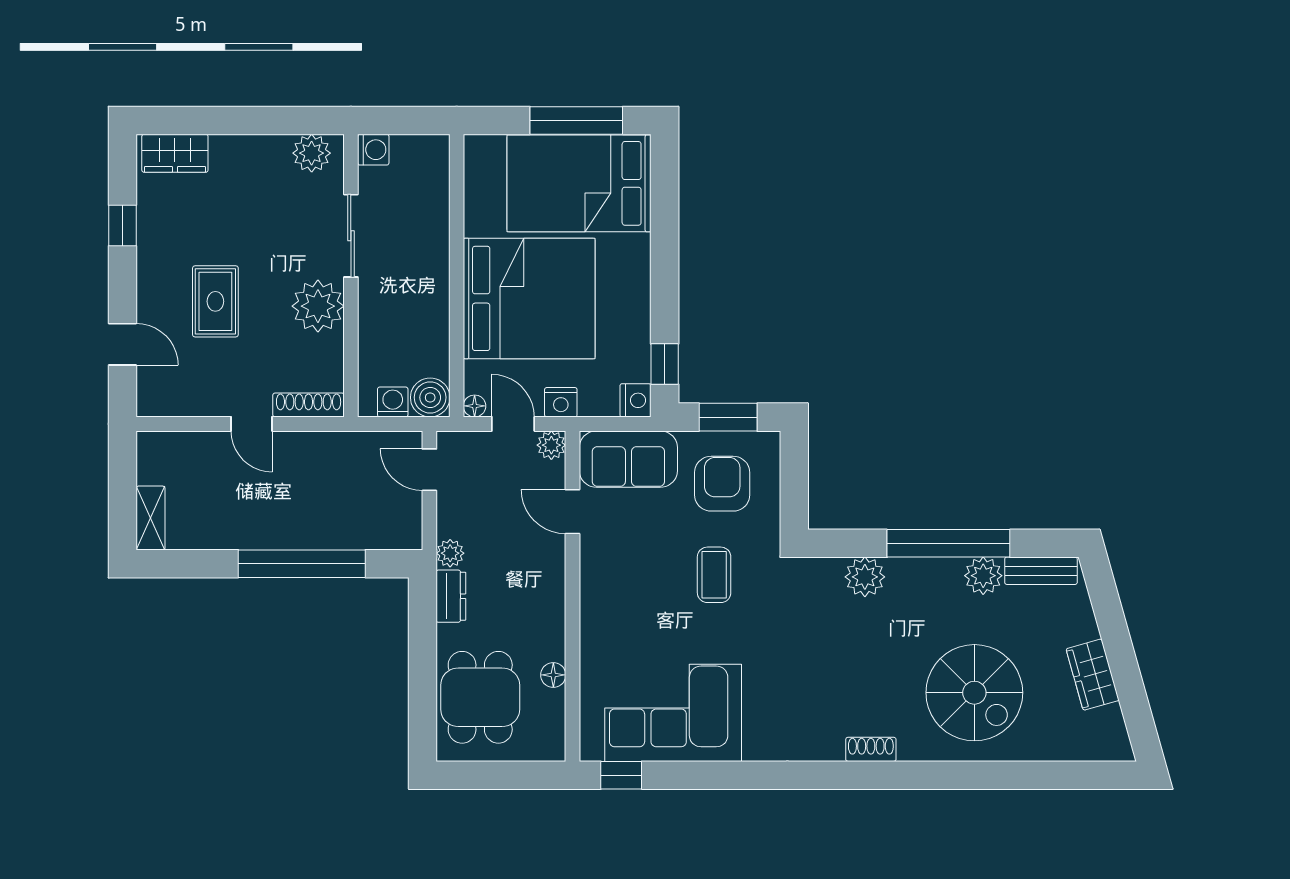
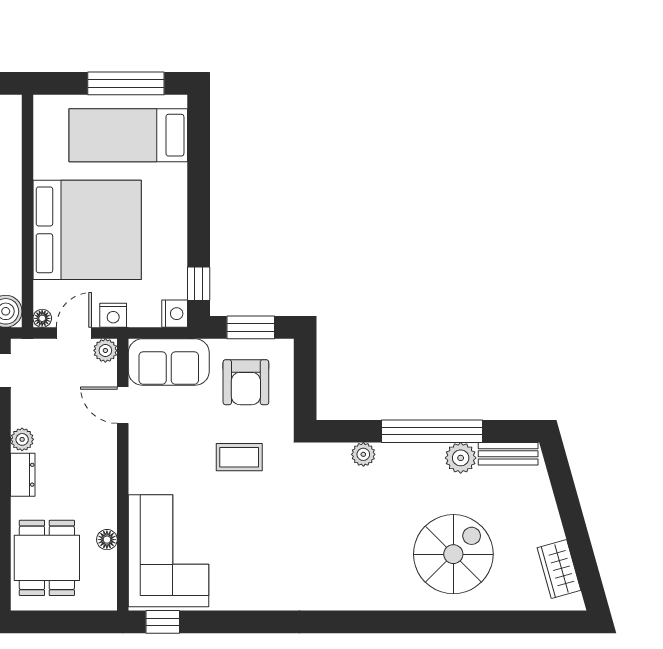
bed: (579, 183) -> (128, 135), width x0.67
door: (513, 424) -> (74, 333), hinge flipped
armchair: (722, 484) -> (246, 382), turned 180
coffee table: (714, 575) -> (239, 457), turned 90
plant: (865, 577) -> (363, 454), width x0.73, depth x0.73
wardrobe: (1093, 675) -> (559, 569), moved
spiral stairs: (974, 693) -> (453, 554), turned -90
corner sofa: (673, 713) -> (169, 551), moved, turned 90
shoe rack: (871, 749) -> (368, 601), removed

